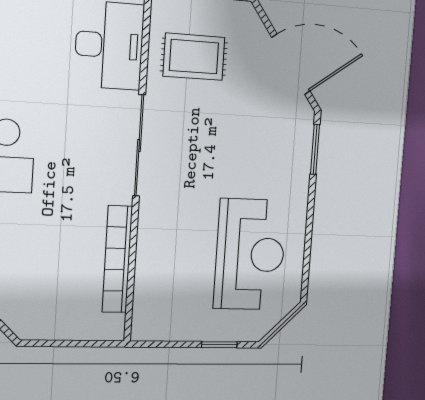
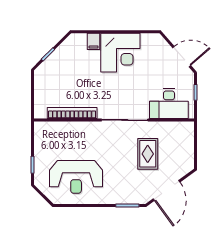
rug: (194, 57) -> (148, 154), moved

